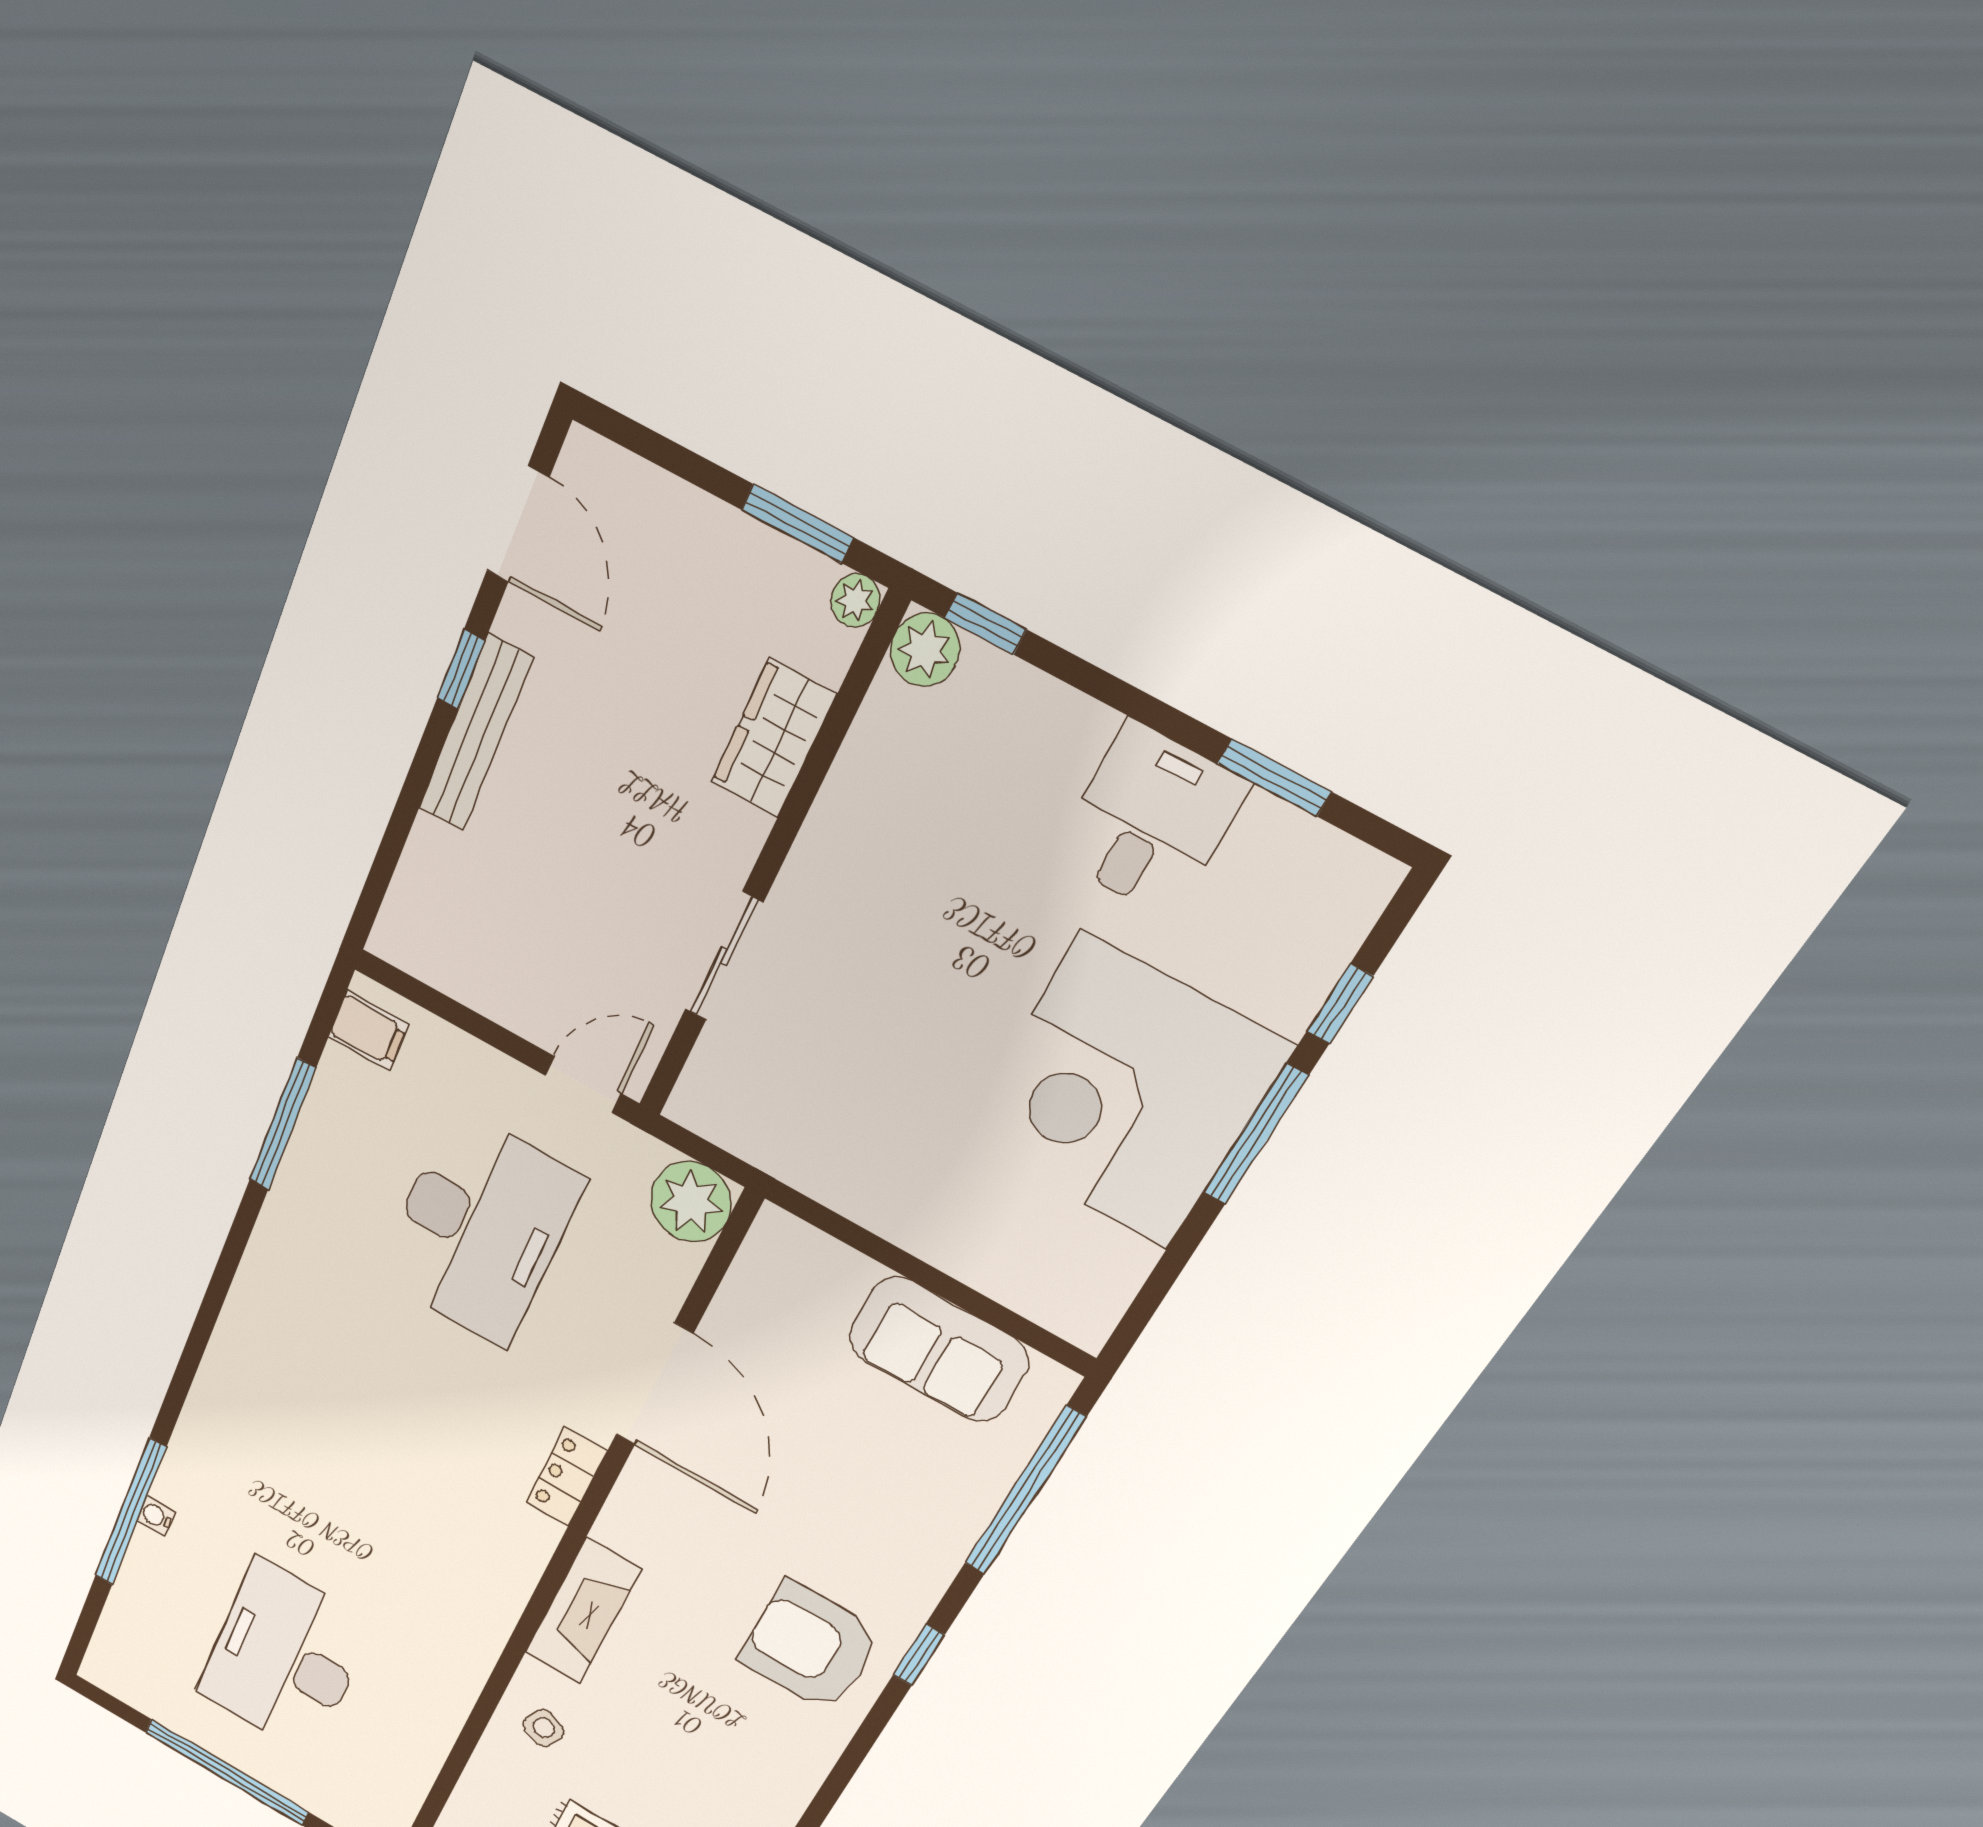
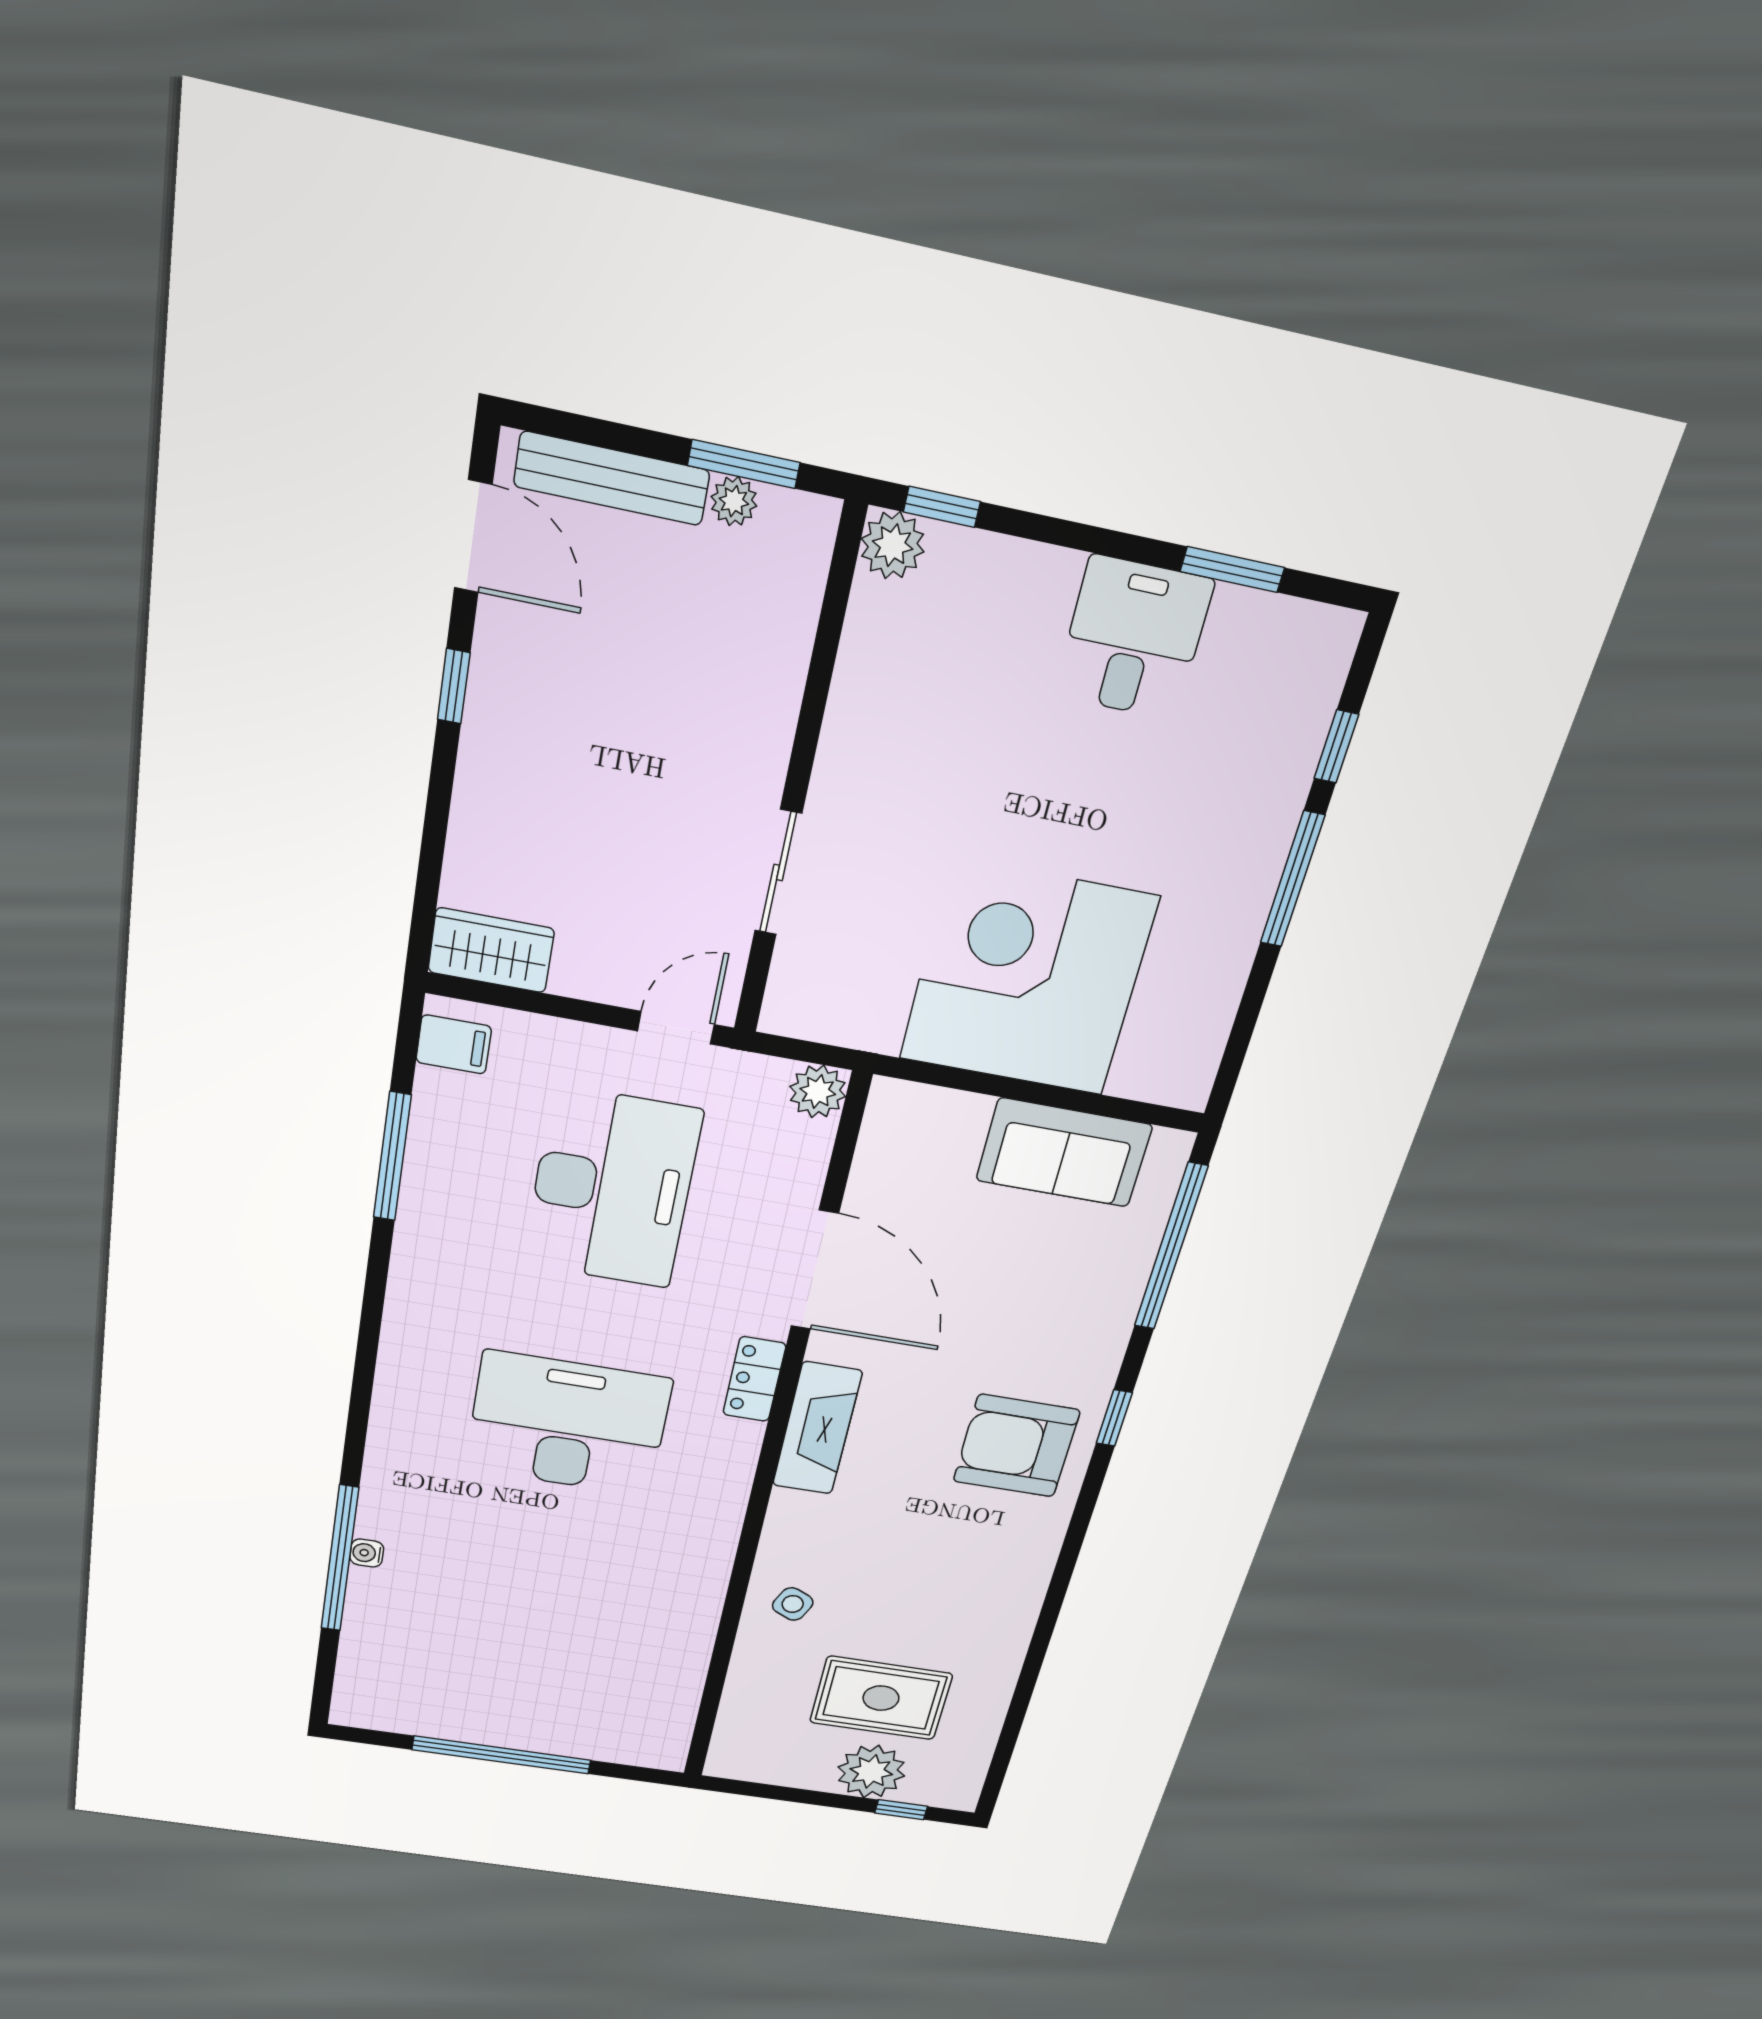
plant: (855, 600) -> (734, 501), moved
bench: (475, 734) -> (612, 478), moved, turned 90
wardrobe: (774, 738) -> (491, 950), moved, turned 90
corner desk: (1125, 1092) -> (1028, 978), moved, turned 90
plant: (691, 1202) -> (818, 1092), width x0.73, depth x0.73
fireplace: (583, 1611) -> (817, 1428), moved
desk: (284, 1658) -> (568, 1424), moved, turned 90

